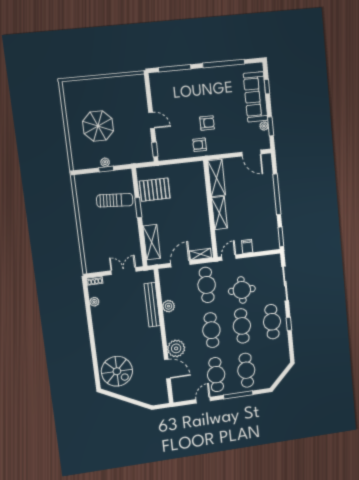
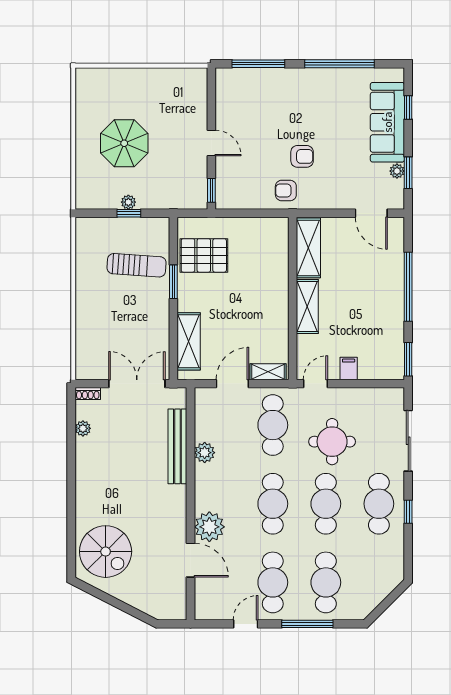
double door: (124, 271) -> (137, 384), width x1.37

